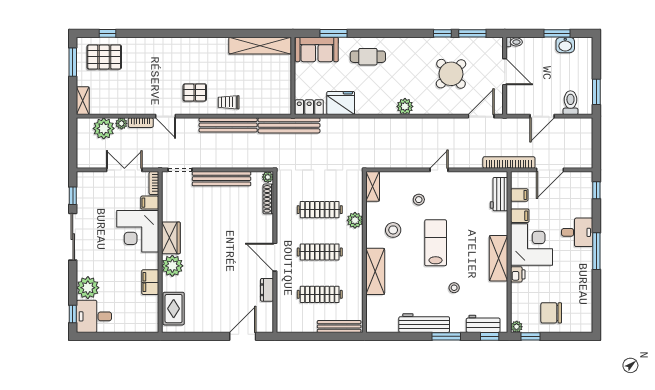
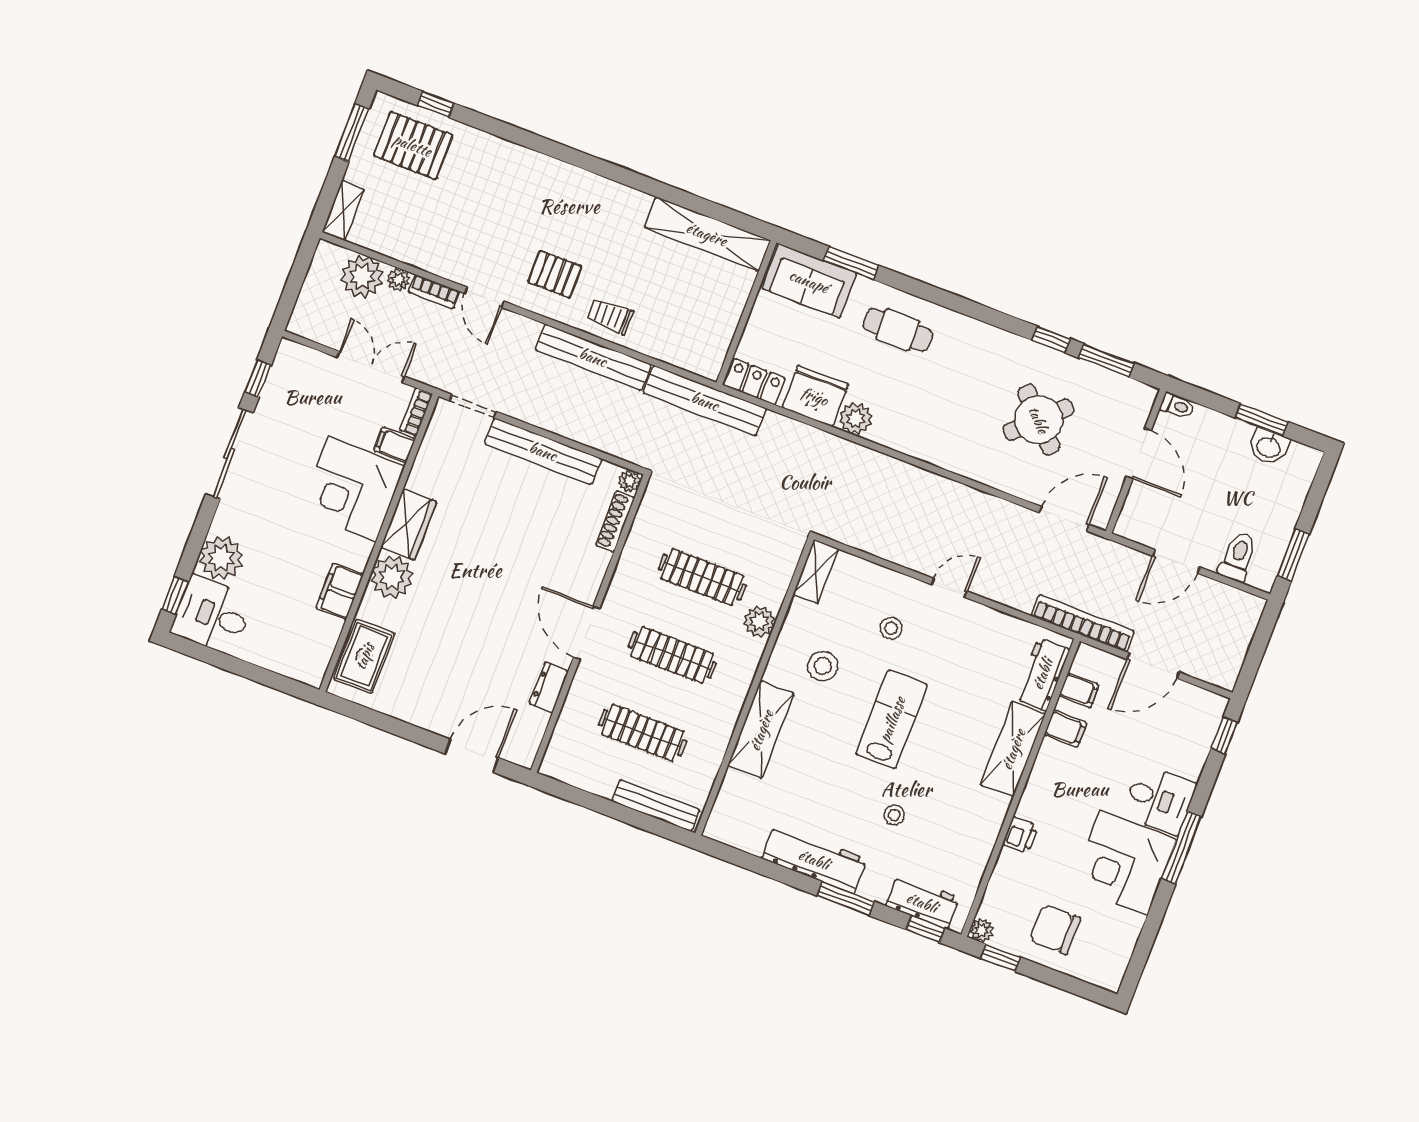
plant: (405, 106) -> (856, 419), moved
corner desk: (532, 245) -> (1124, 863), moved, turned 180
shelving: (499, 258) -> (1013, 749), moved

